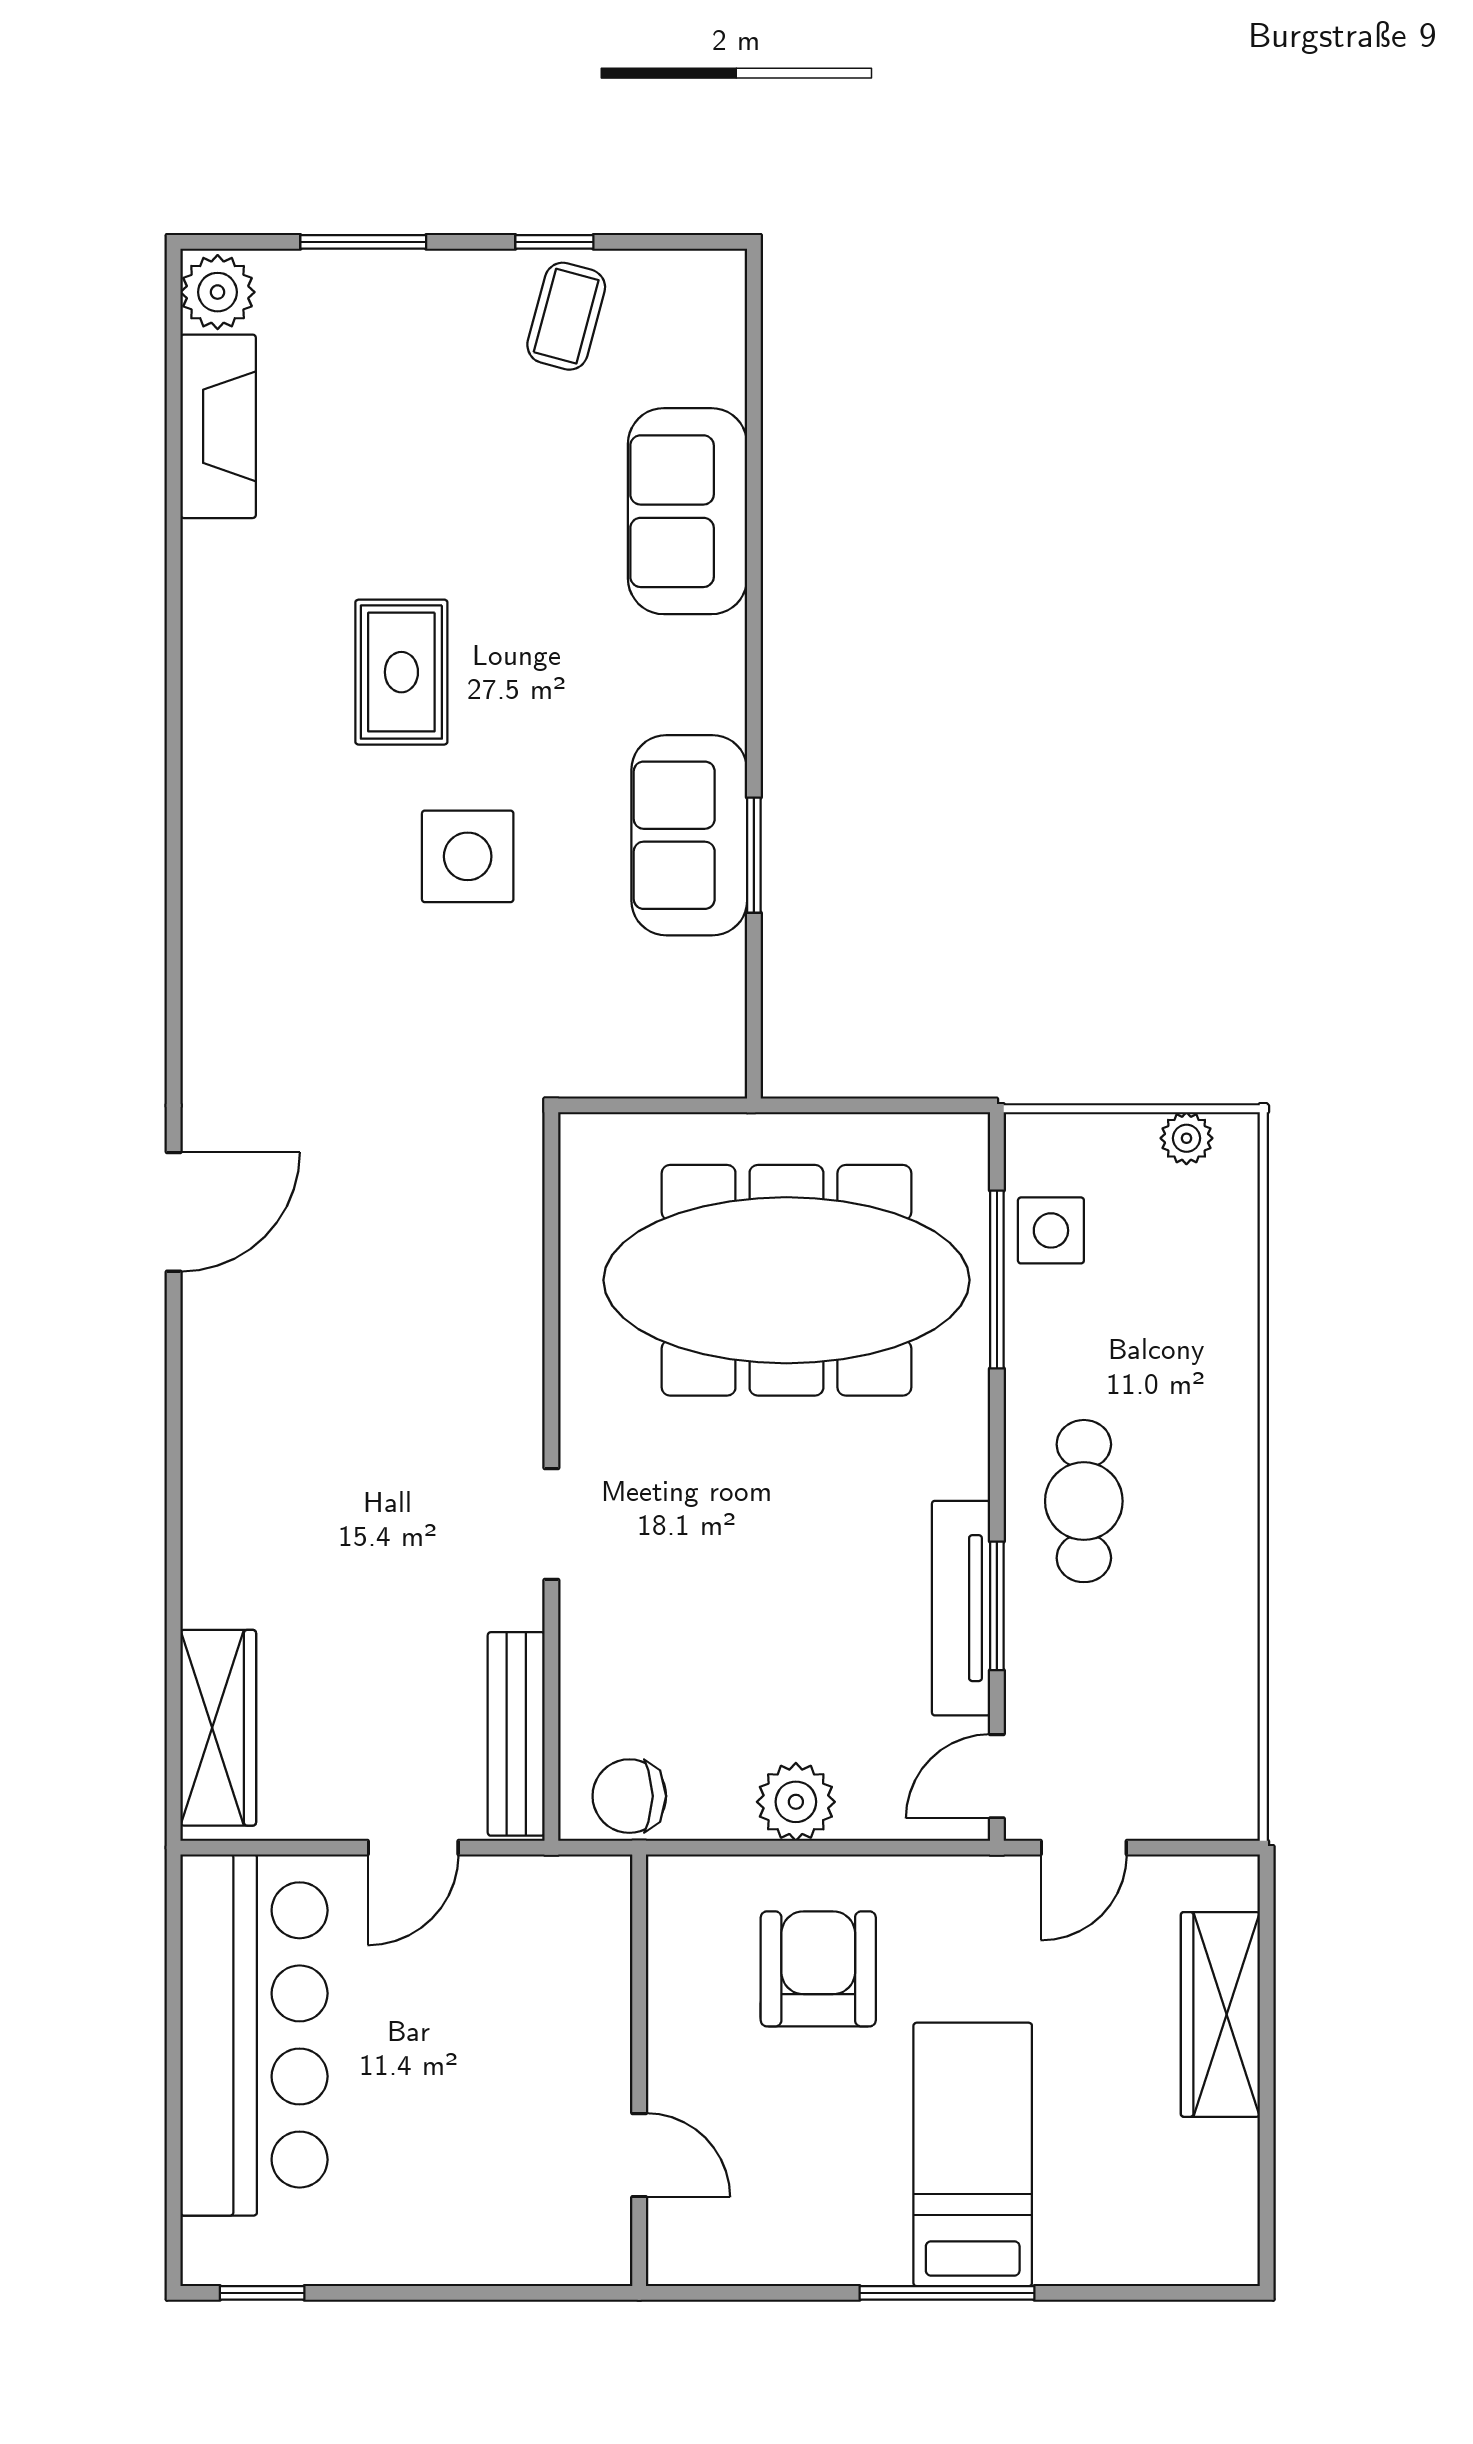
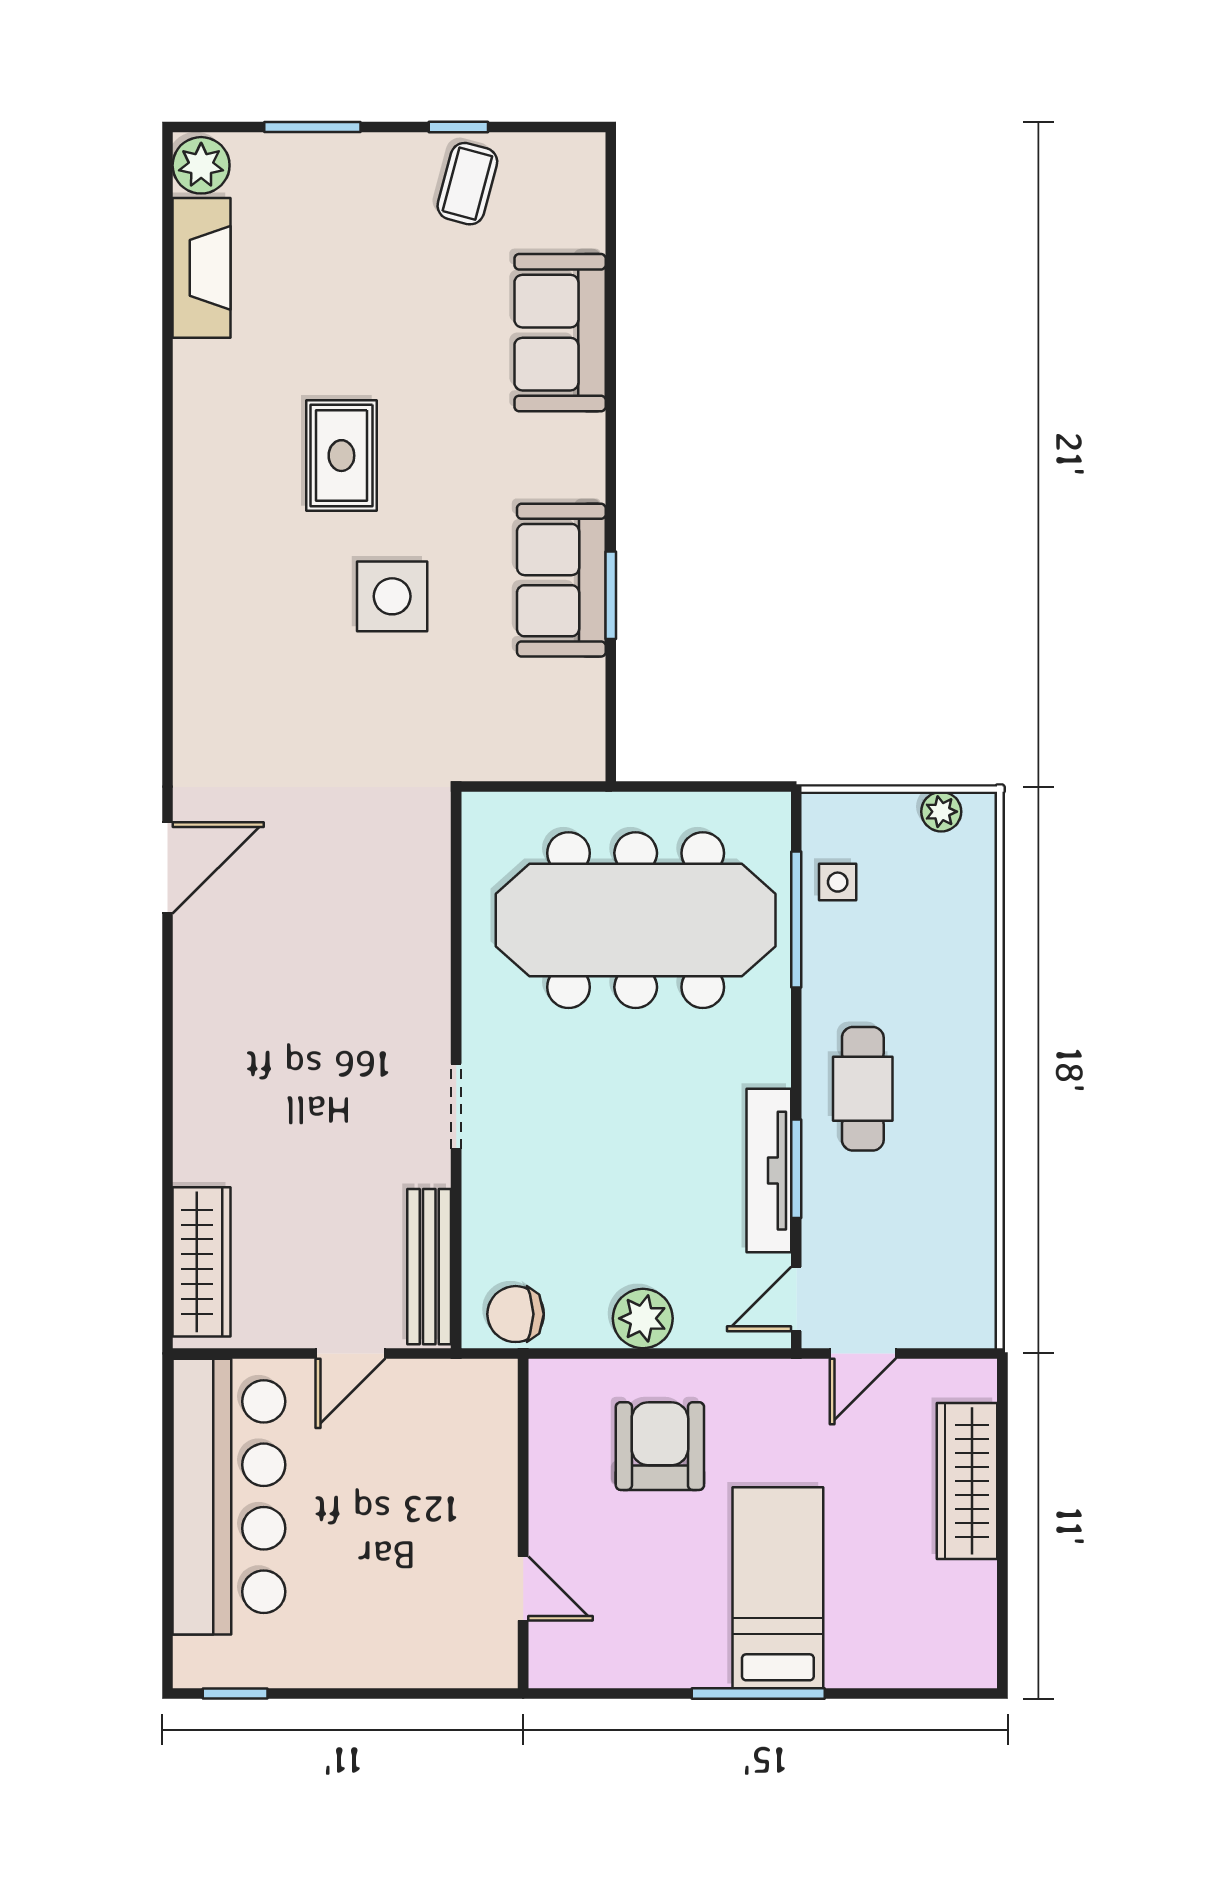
side table: (1051, 1230) -> (838, 882), width x0.73, depth x0.73

